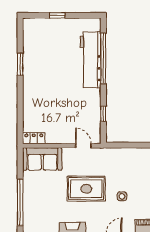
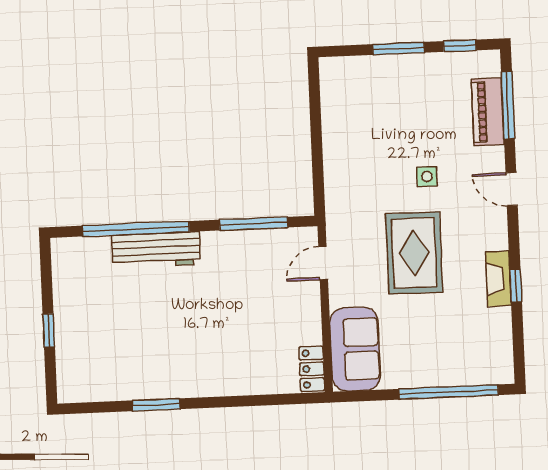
workbench: (90, 60) -> (156, 250), width x0.73, depth x0.76
window: (103, 114) -> (254, 224), width x2.17

